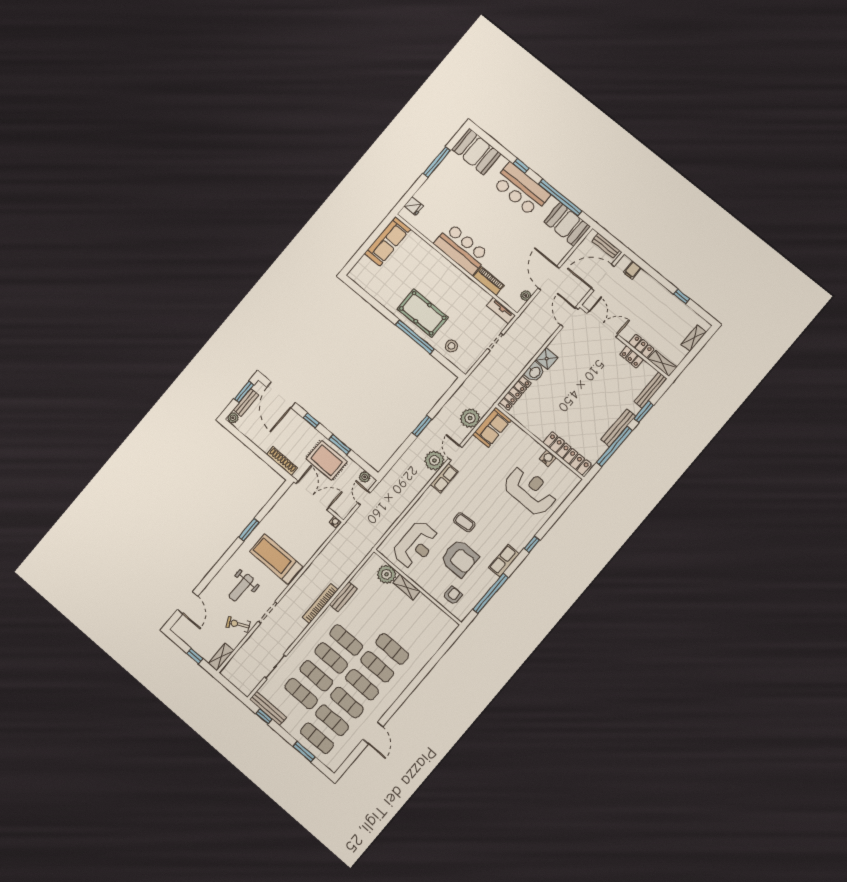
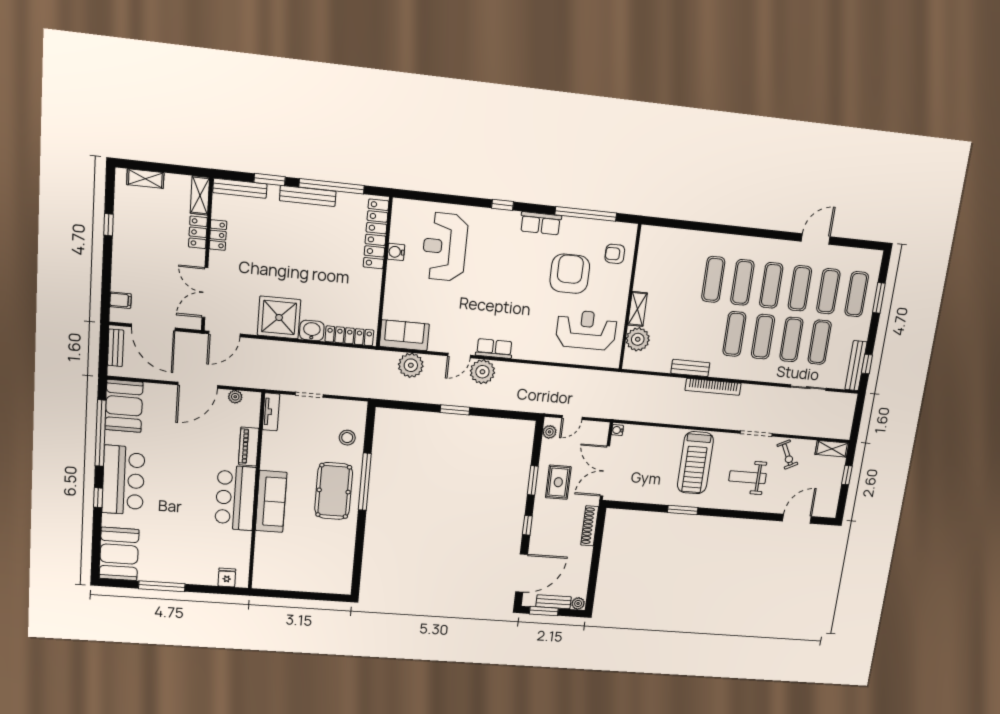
sofa: (388, 241) -> (271, 501), moved, turned 90
shower: (547, 359) -> (279, 317), width x1.86, depth x1.86
rug: (327, 460) -> (558, 482), width x0.73, depth x0.70
coffee table: (464, 522) -> (528, 295), removed
weight bench: (241, 588) -> (748, 477), turned 180

